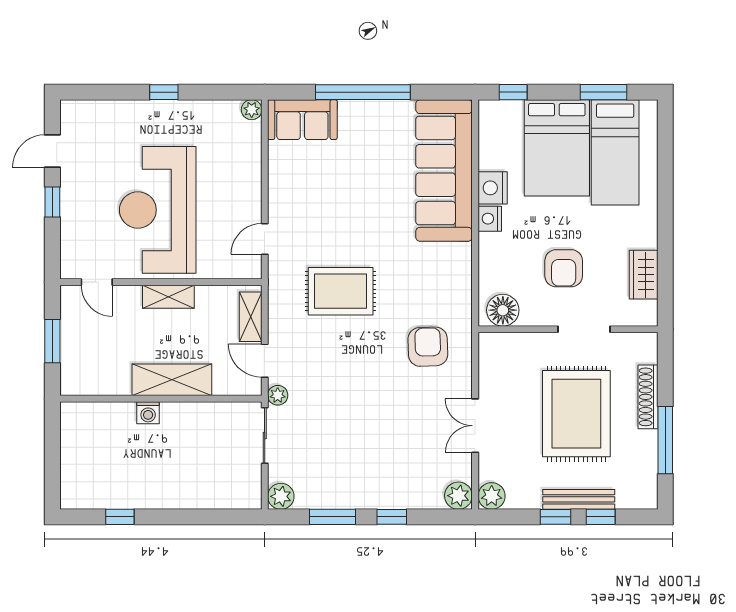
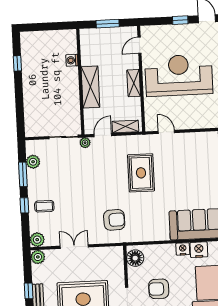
washing machine: (148, 413) -> (72, 60), moved
coffee table: (395, 479) -> (44, 206), added
plant: (281, 496) -> (33, 162), moved

